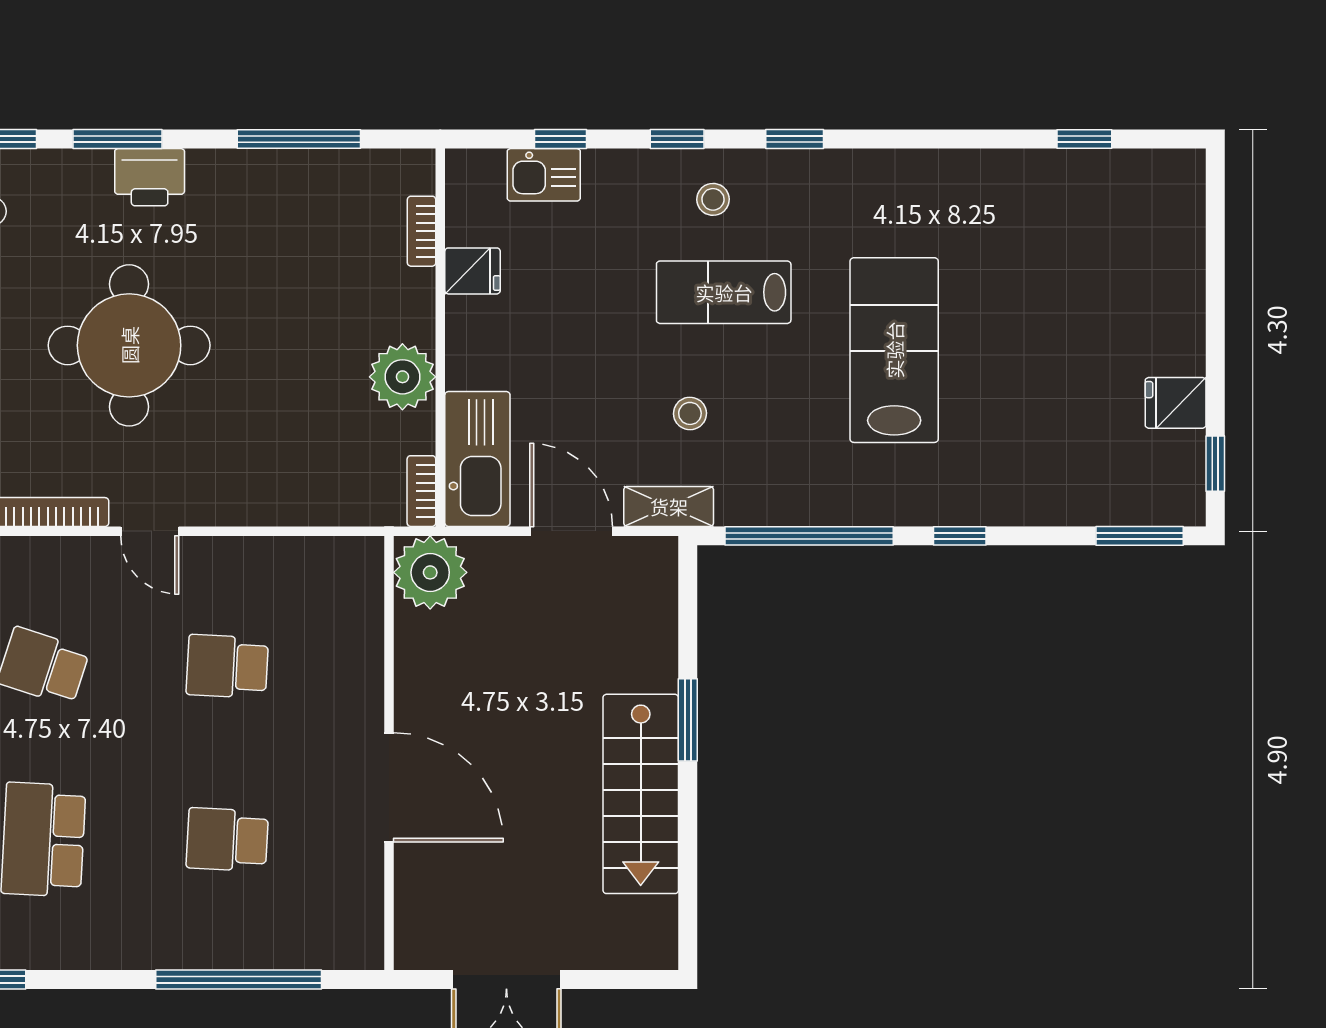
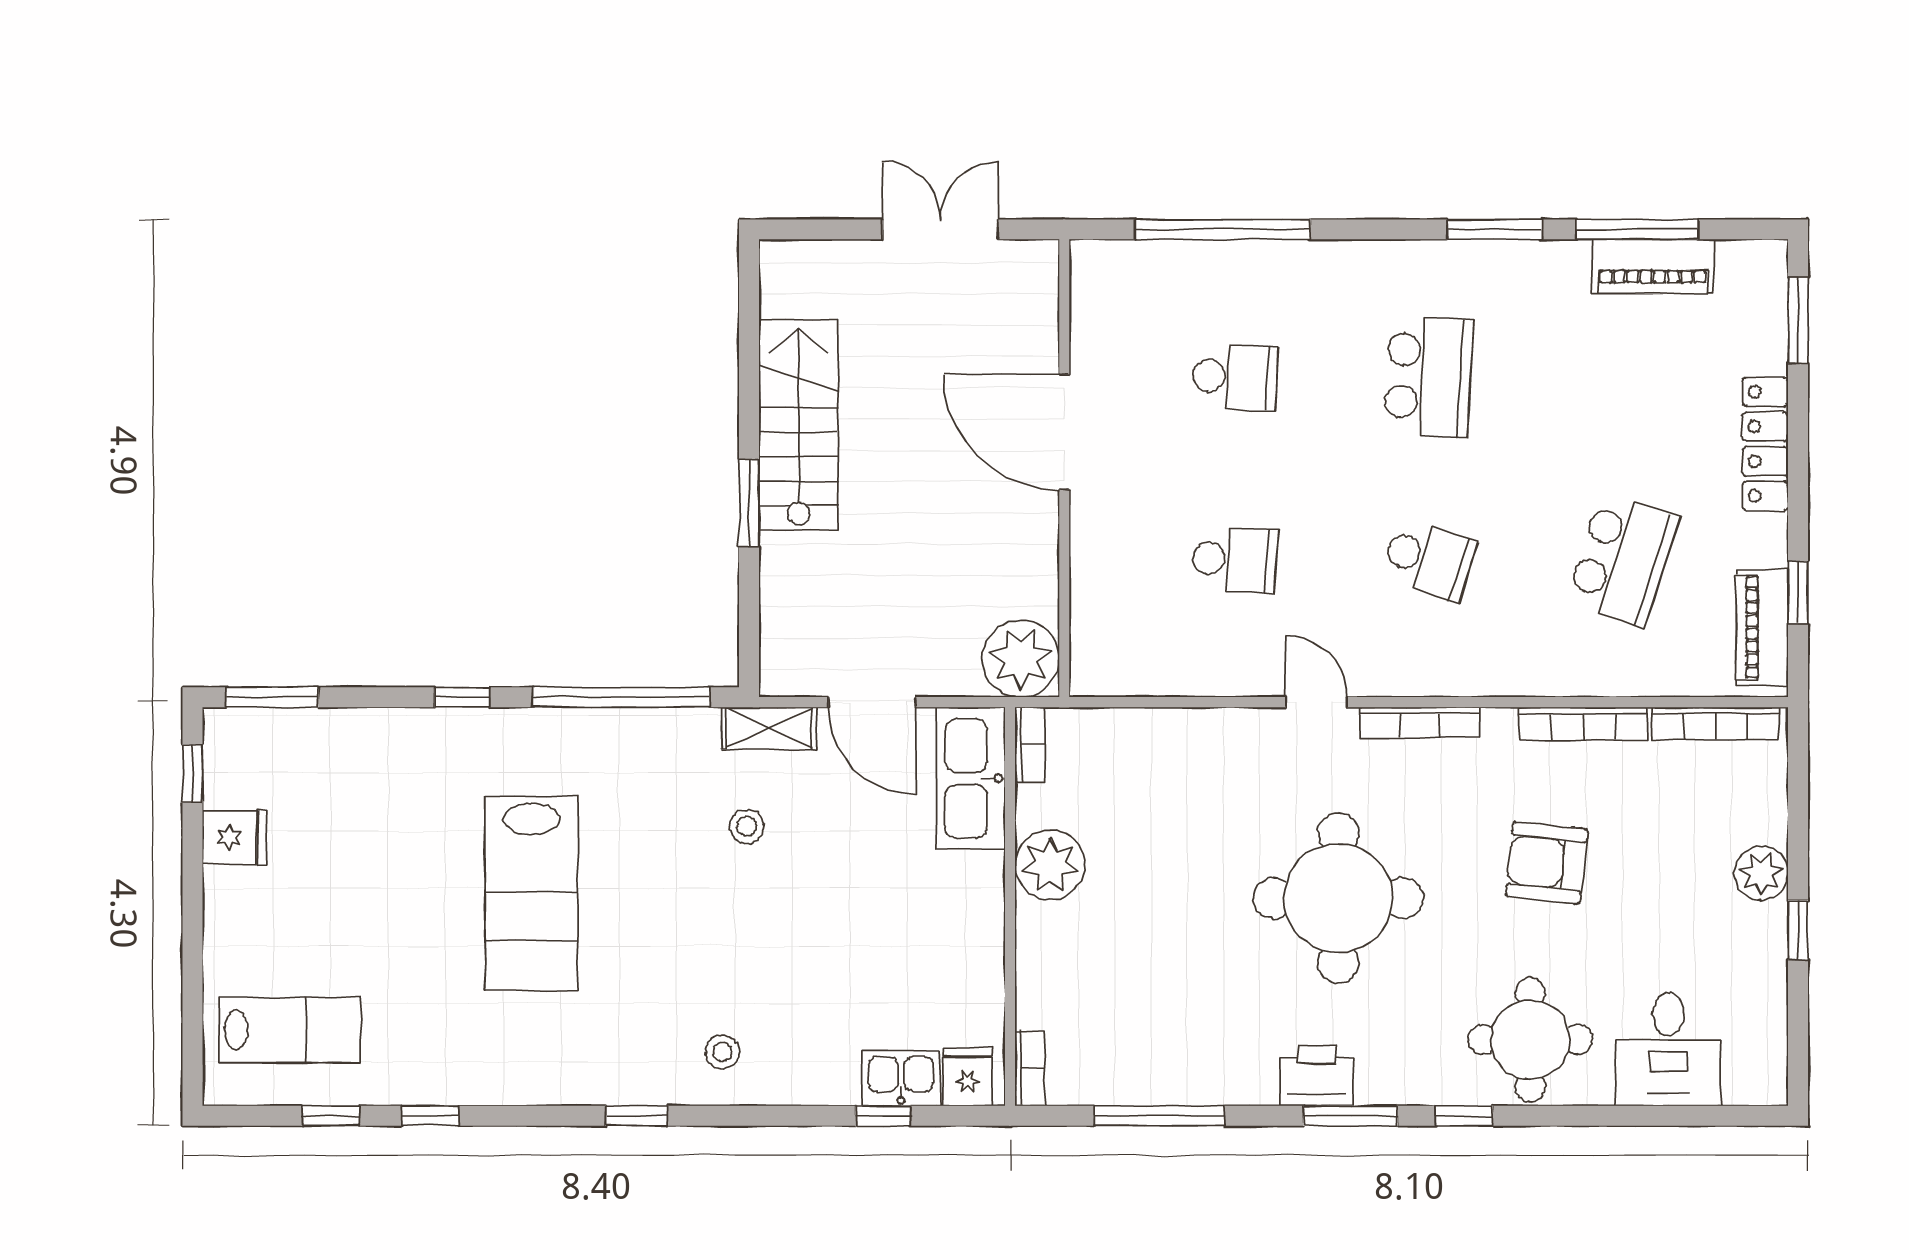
window: (677, 139) -> (430, 1116), moved
bookcase: (422, 231) -> (1030, 1069), moved
fridge: (473, 271) -> (968, 1077), moved, turned 90
lab bench: (724, 292) -> (290, 1030), moved

